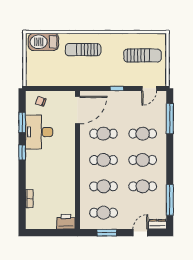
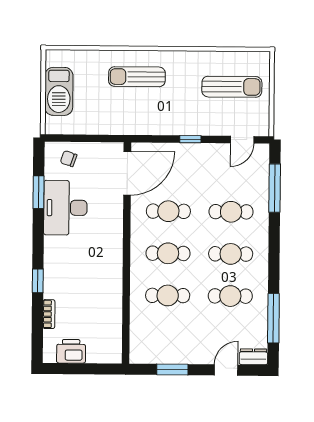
barbecue: (43, 42) -> (59, 91), moved, turned -90
window: (22, 152) -> (38, 281), moved
cafe table: (103, 213) -> (167, 338), removed
printer: (66, 222) -> (71, 351), moved

